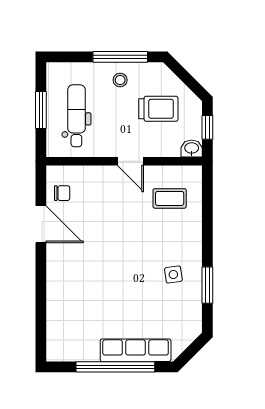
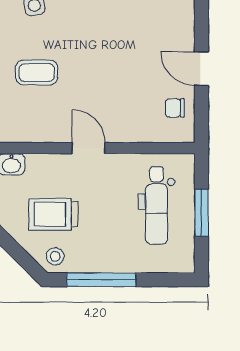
stool: (120, 80) -> (55, 256), moved
coffee table: (170, 198) -> (37, 73), moved
door: (41, 224) -> (201, 69), width x0.73

